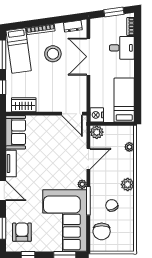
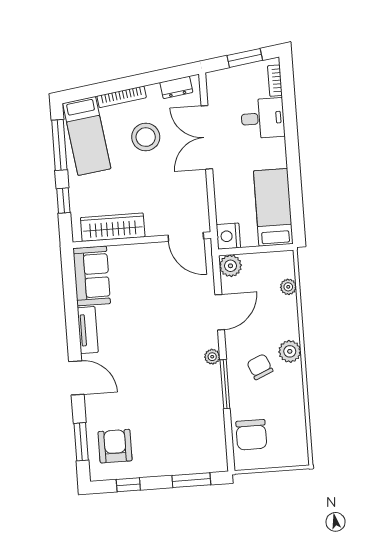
wardrobe: (24, 105) -> (113, 227), width x1.50
chair: (112, 205) -> (260, 367), moved
corner sofa: (65, 221) -> (187, 421), removed

